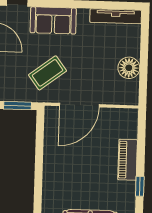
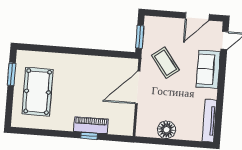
door: (79, 105) -> (138, 88), hinge flipped
window: (140, 186) -> (89, 136), moved

